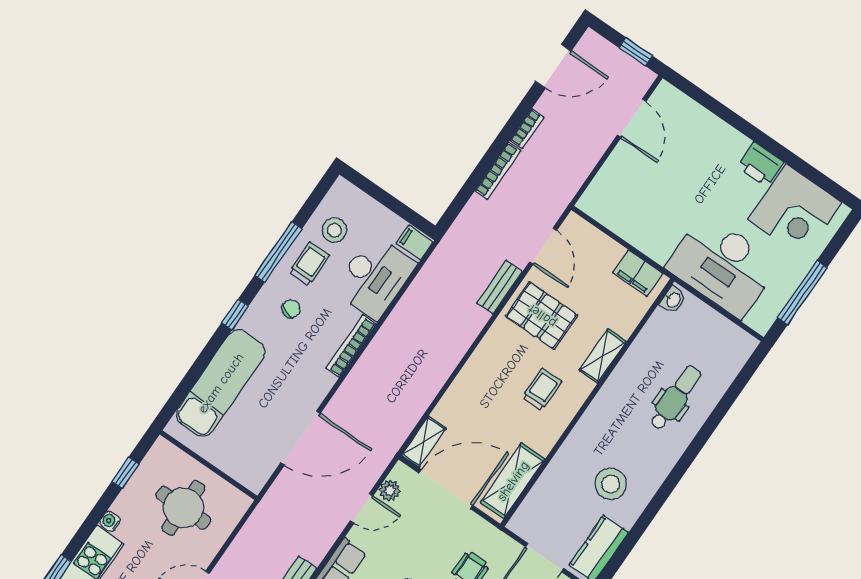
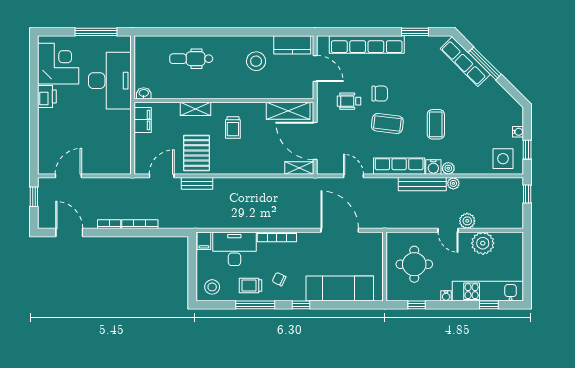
stool: (334, 230) -> (212, 287), moved
trolley: (542, 389) -> (233, 128), turned -90
plant: (390, 490) -> (335, 168), removed

